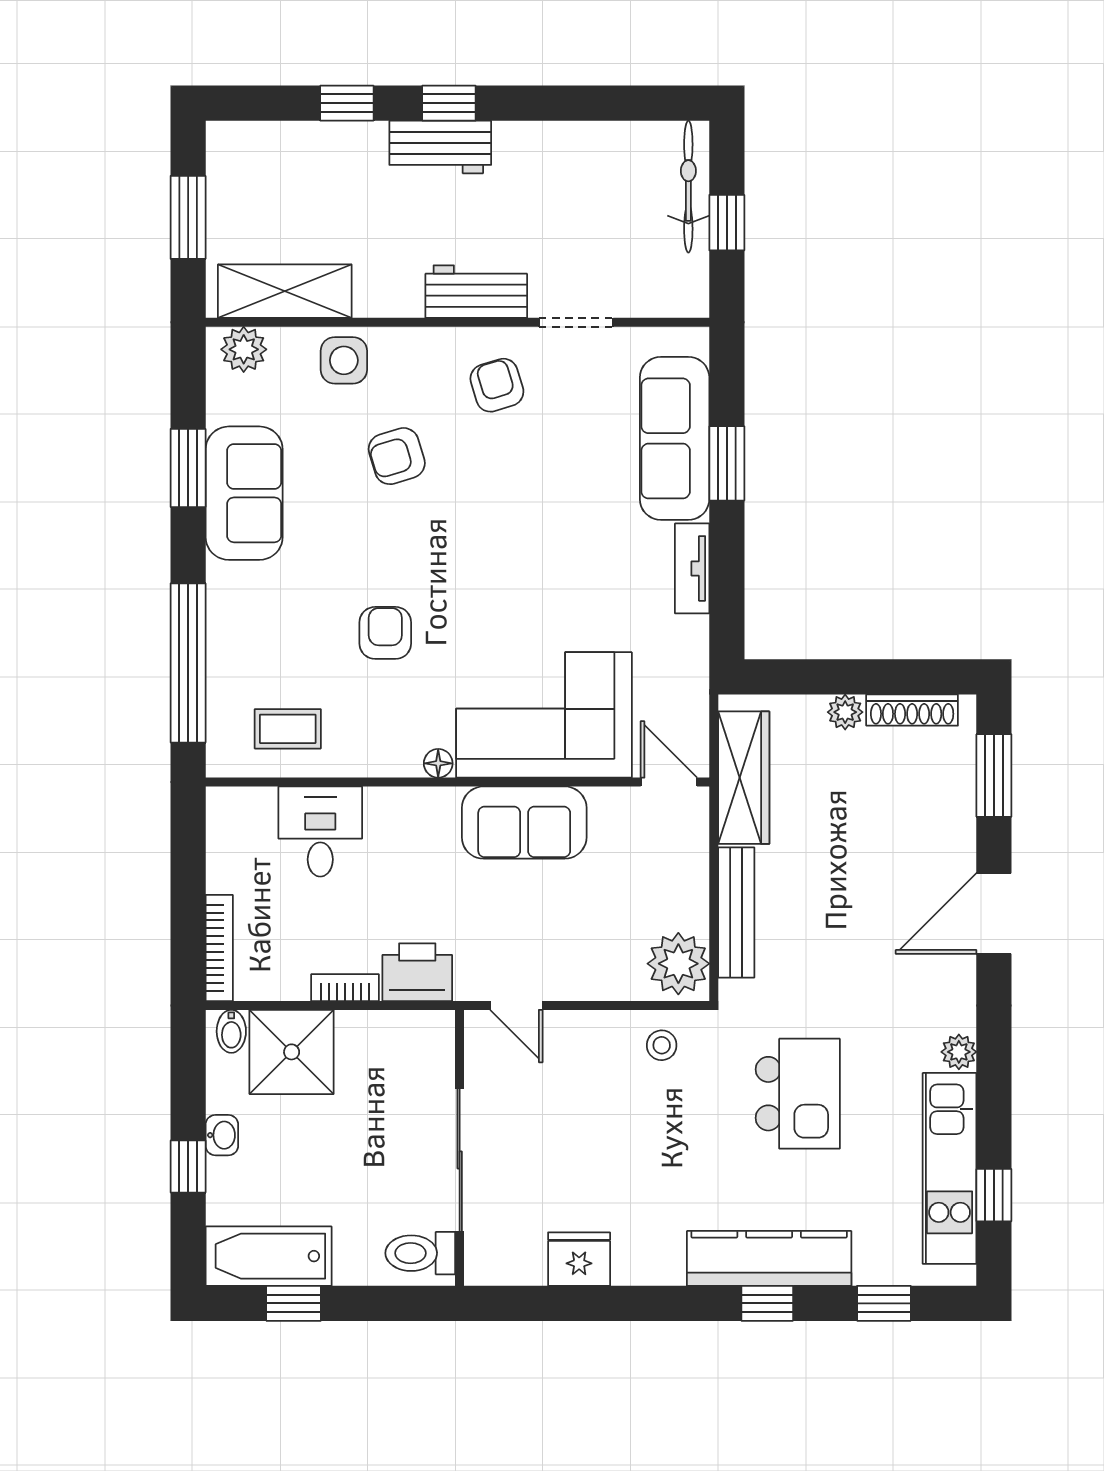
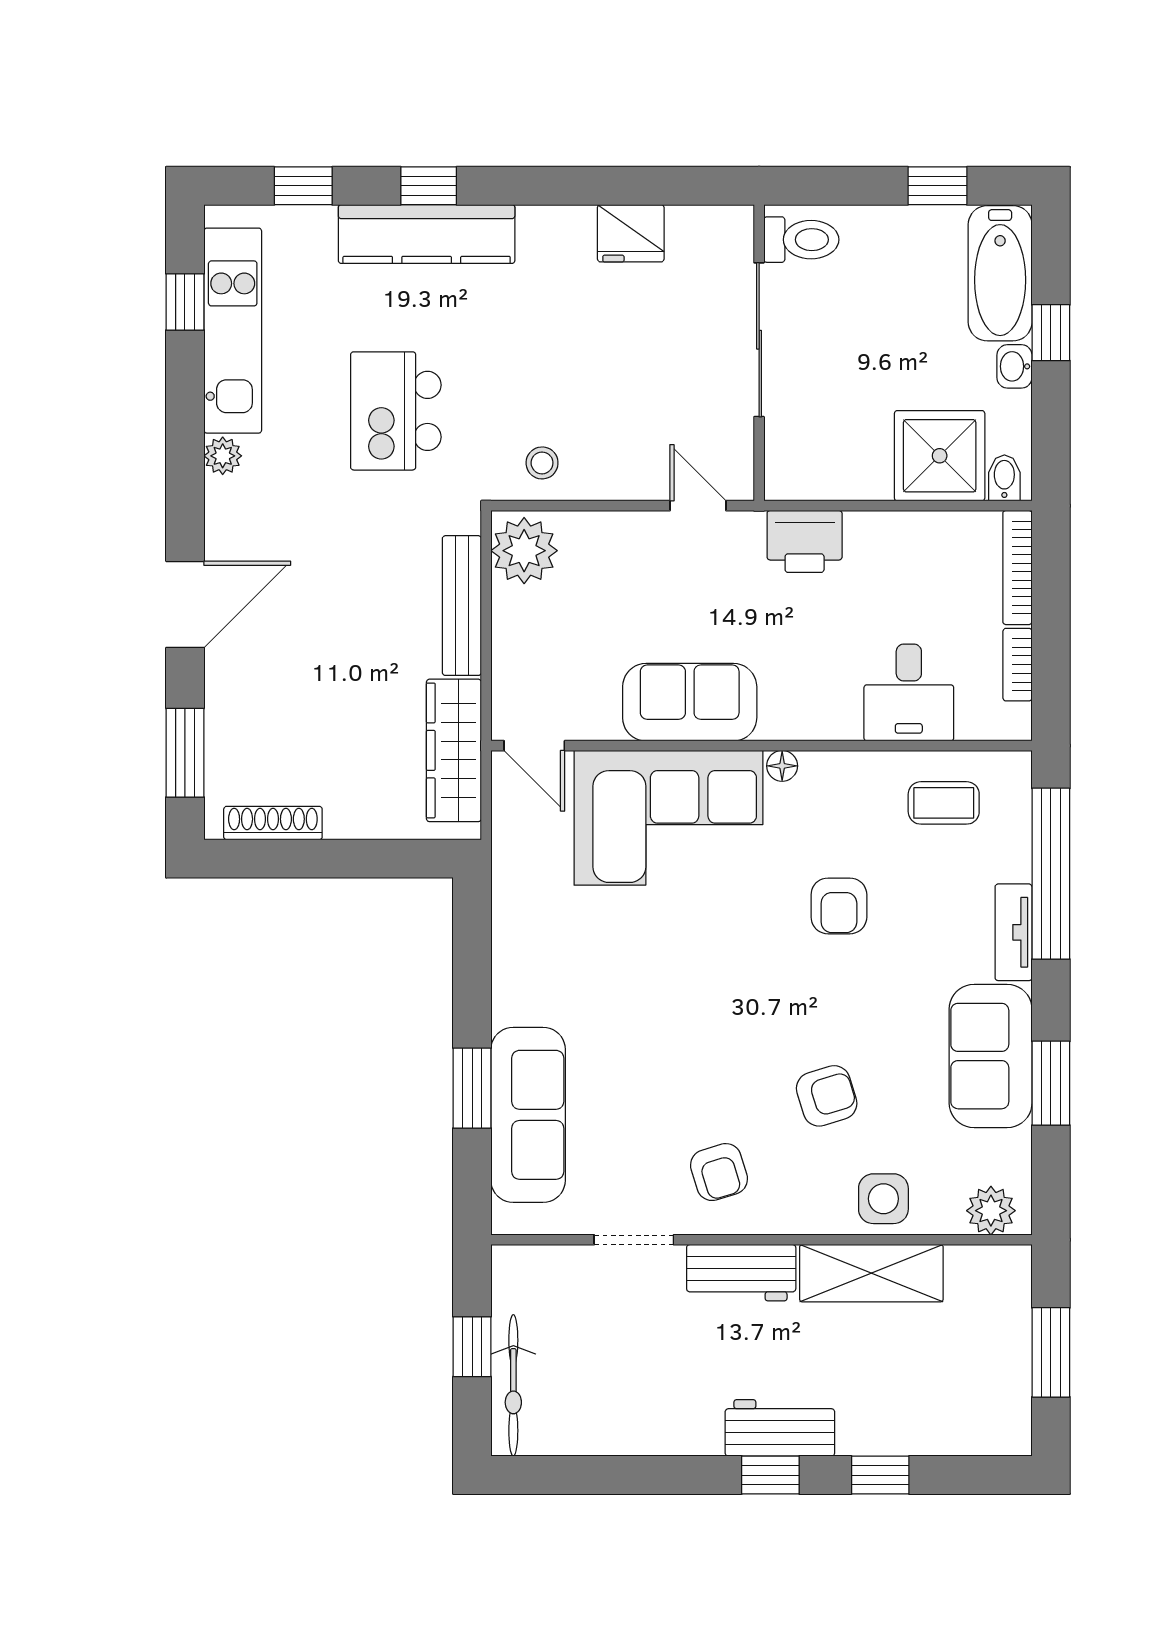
shelving: (285, 291) -> (871, 1273), moved
tv unit: (692, 568) -> (1014, 932), moved, turned 180
plant: (845, 712) -> (345, 821), removed
bookcase: (345, 988) -> (1017, 665), moved, turned 90
bathtub: (269, 1256) -> (1000, 273), moved, turned 90

